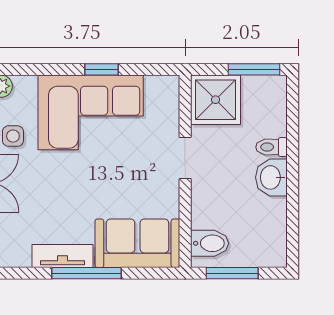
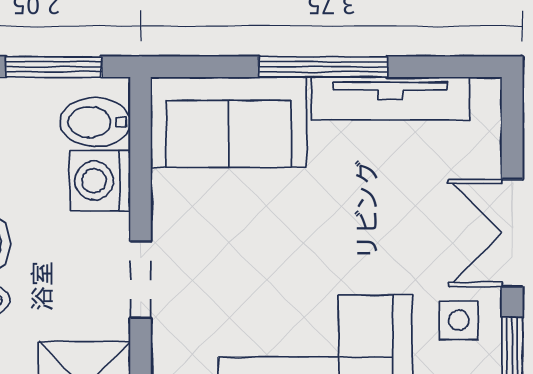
washing machine: (207, 212) -> (100, 181), added
tv unit: (63, 256) -> (390, 98), width x1.41

